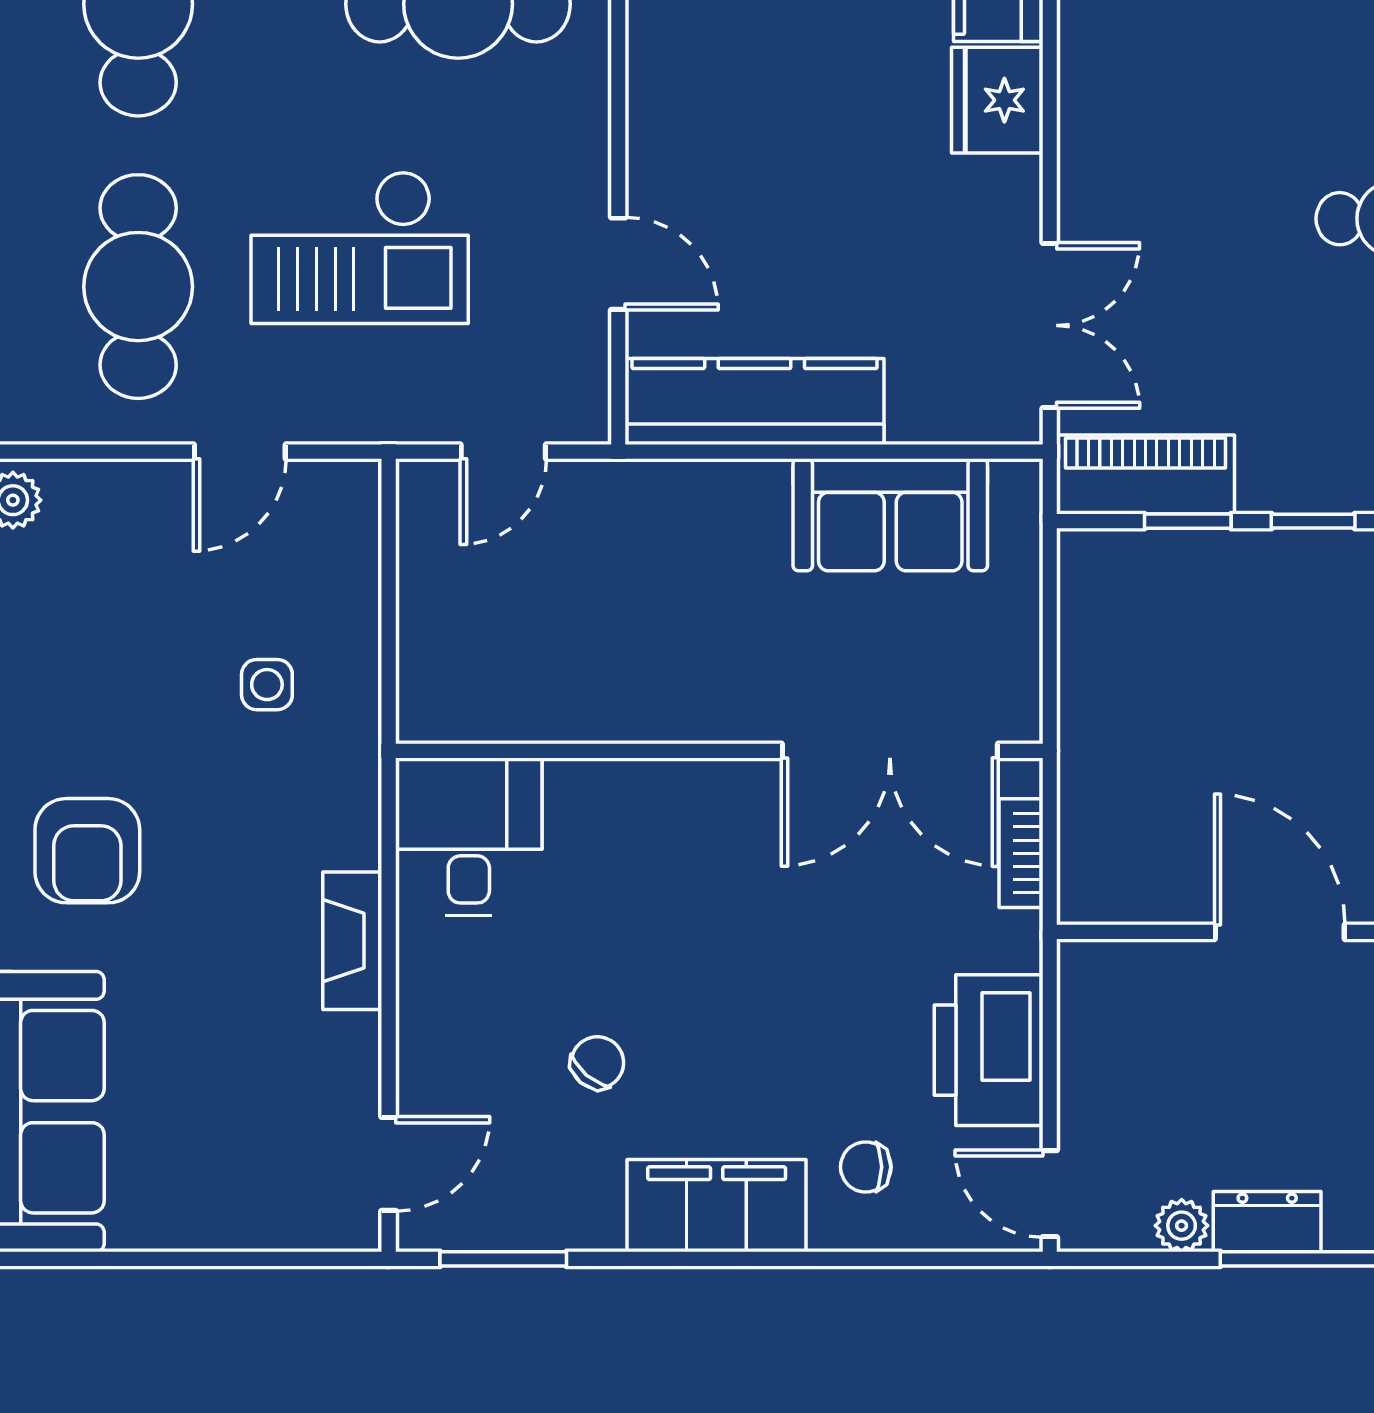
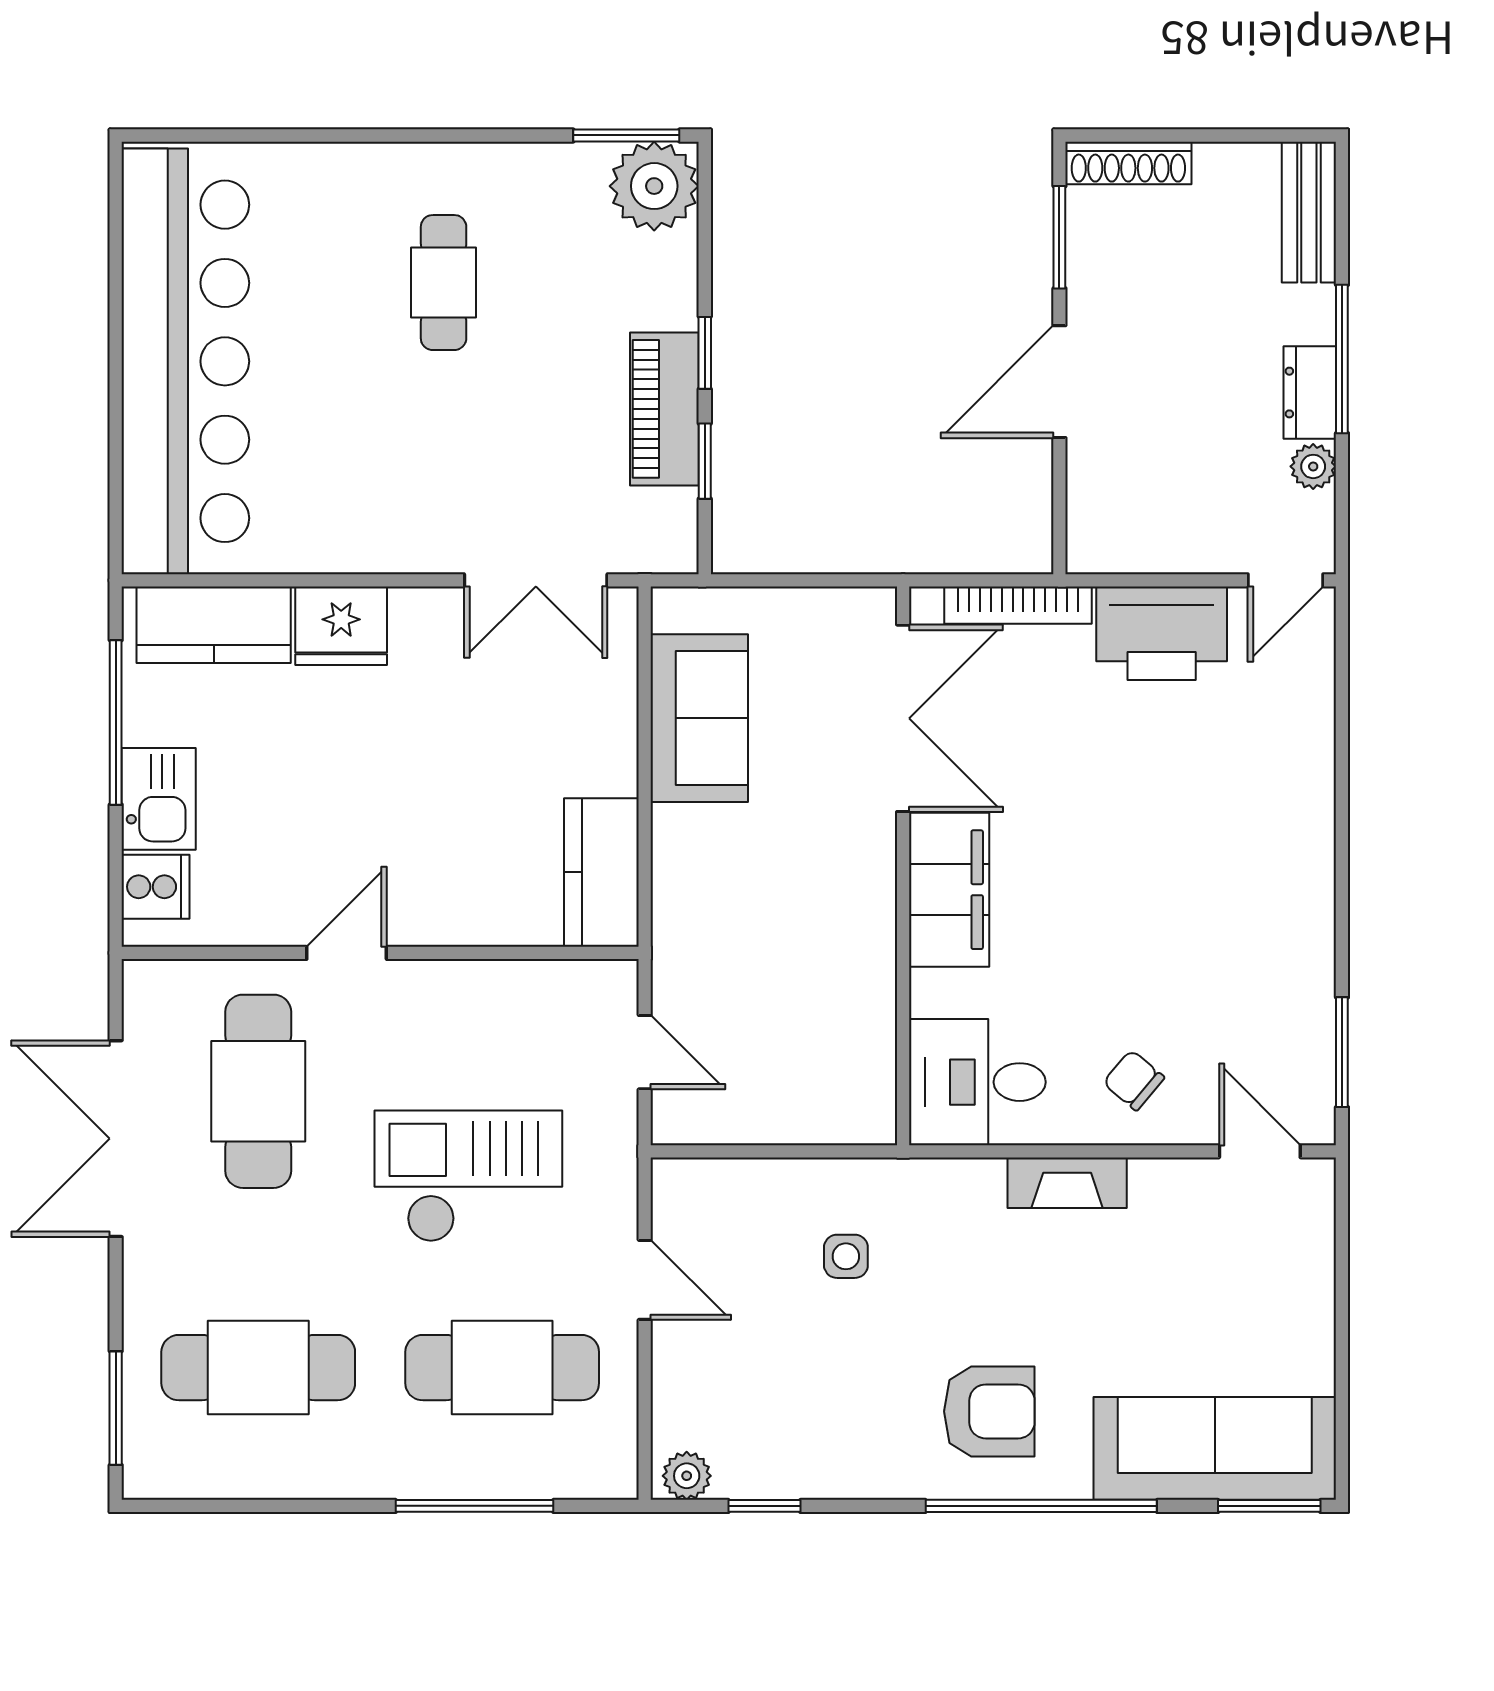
checkout: (360, 247) -> (468, 1176), turned -90
door: (618, 264) -> (347, 953), moved
double door: (1050, 325) -> (536, 580), swing flipped
kitchen counter: (755, 401) -> (601, 872), width x0.67
piano: (1146, 474) -> (664, 409), moved
bookcase: (1021, 853) -> (1018, 605), width x1.56
chair: (597, 1063) -> (1134, 1080), moved
chair: (866, 1167) -> (1262, 739), removed
filing cabinet: (717, 1206) -> (949, 890), moved, turned 180

